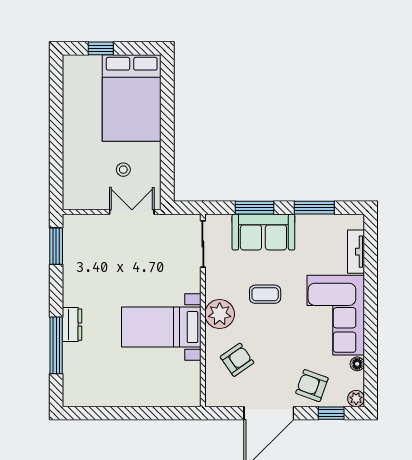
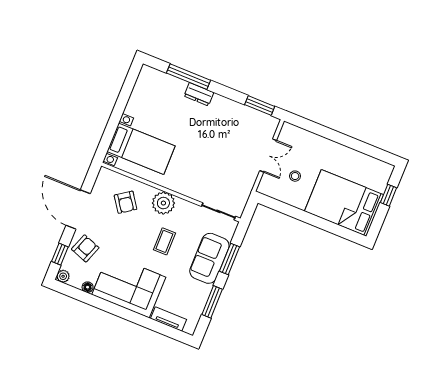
double door: (132, 212) -> (268, 155), moved
bed with nightstands: (161, 327) -> (141, 149), moved, turned 90

